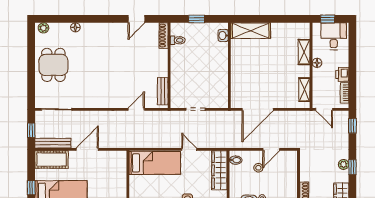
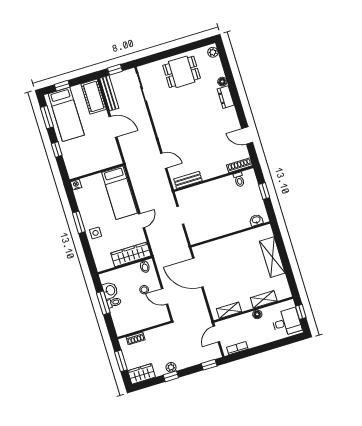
dresser: (92, 29) -> (226, 97), added
shelving: (251, 31) -> (272, 257), moved
printer: (342, 74) -> (254, 341), removed

